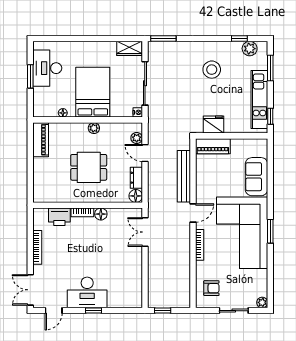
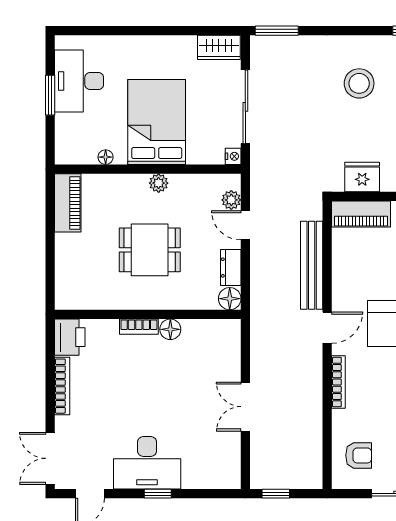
printer: (59, 217) -> (70, 337), moved, turned -90
double door: (145, 232) -> (245, 407), moved

